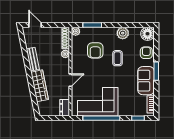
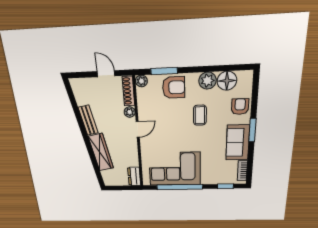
door: (35, 25) -> (106, 74), moved
floor lamp: (148, 34) -> (227, 81), moved
armchair: (95, 50) -> (174, 87), moved, turned -90
door: (70, 80) -> (138, 129), moved

